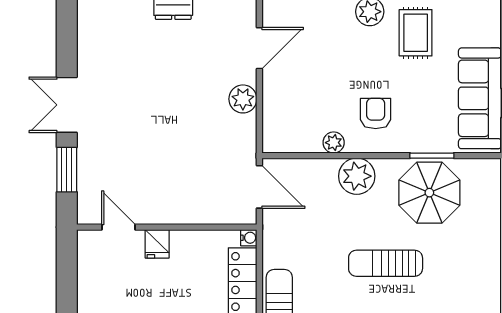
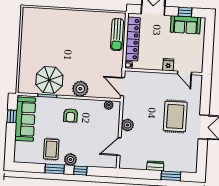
rug: (134, 125) -> (175, 116), added
plant: (334, 143) -> (109, 105), moved
window: (67, 170) -> (205, 99), removed
sun lounger: (386, 263) -> (70, 50), removed

